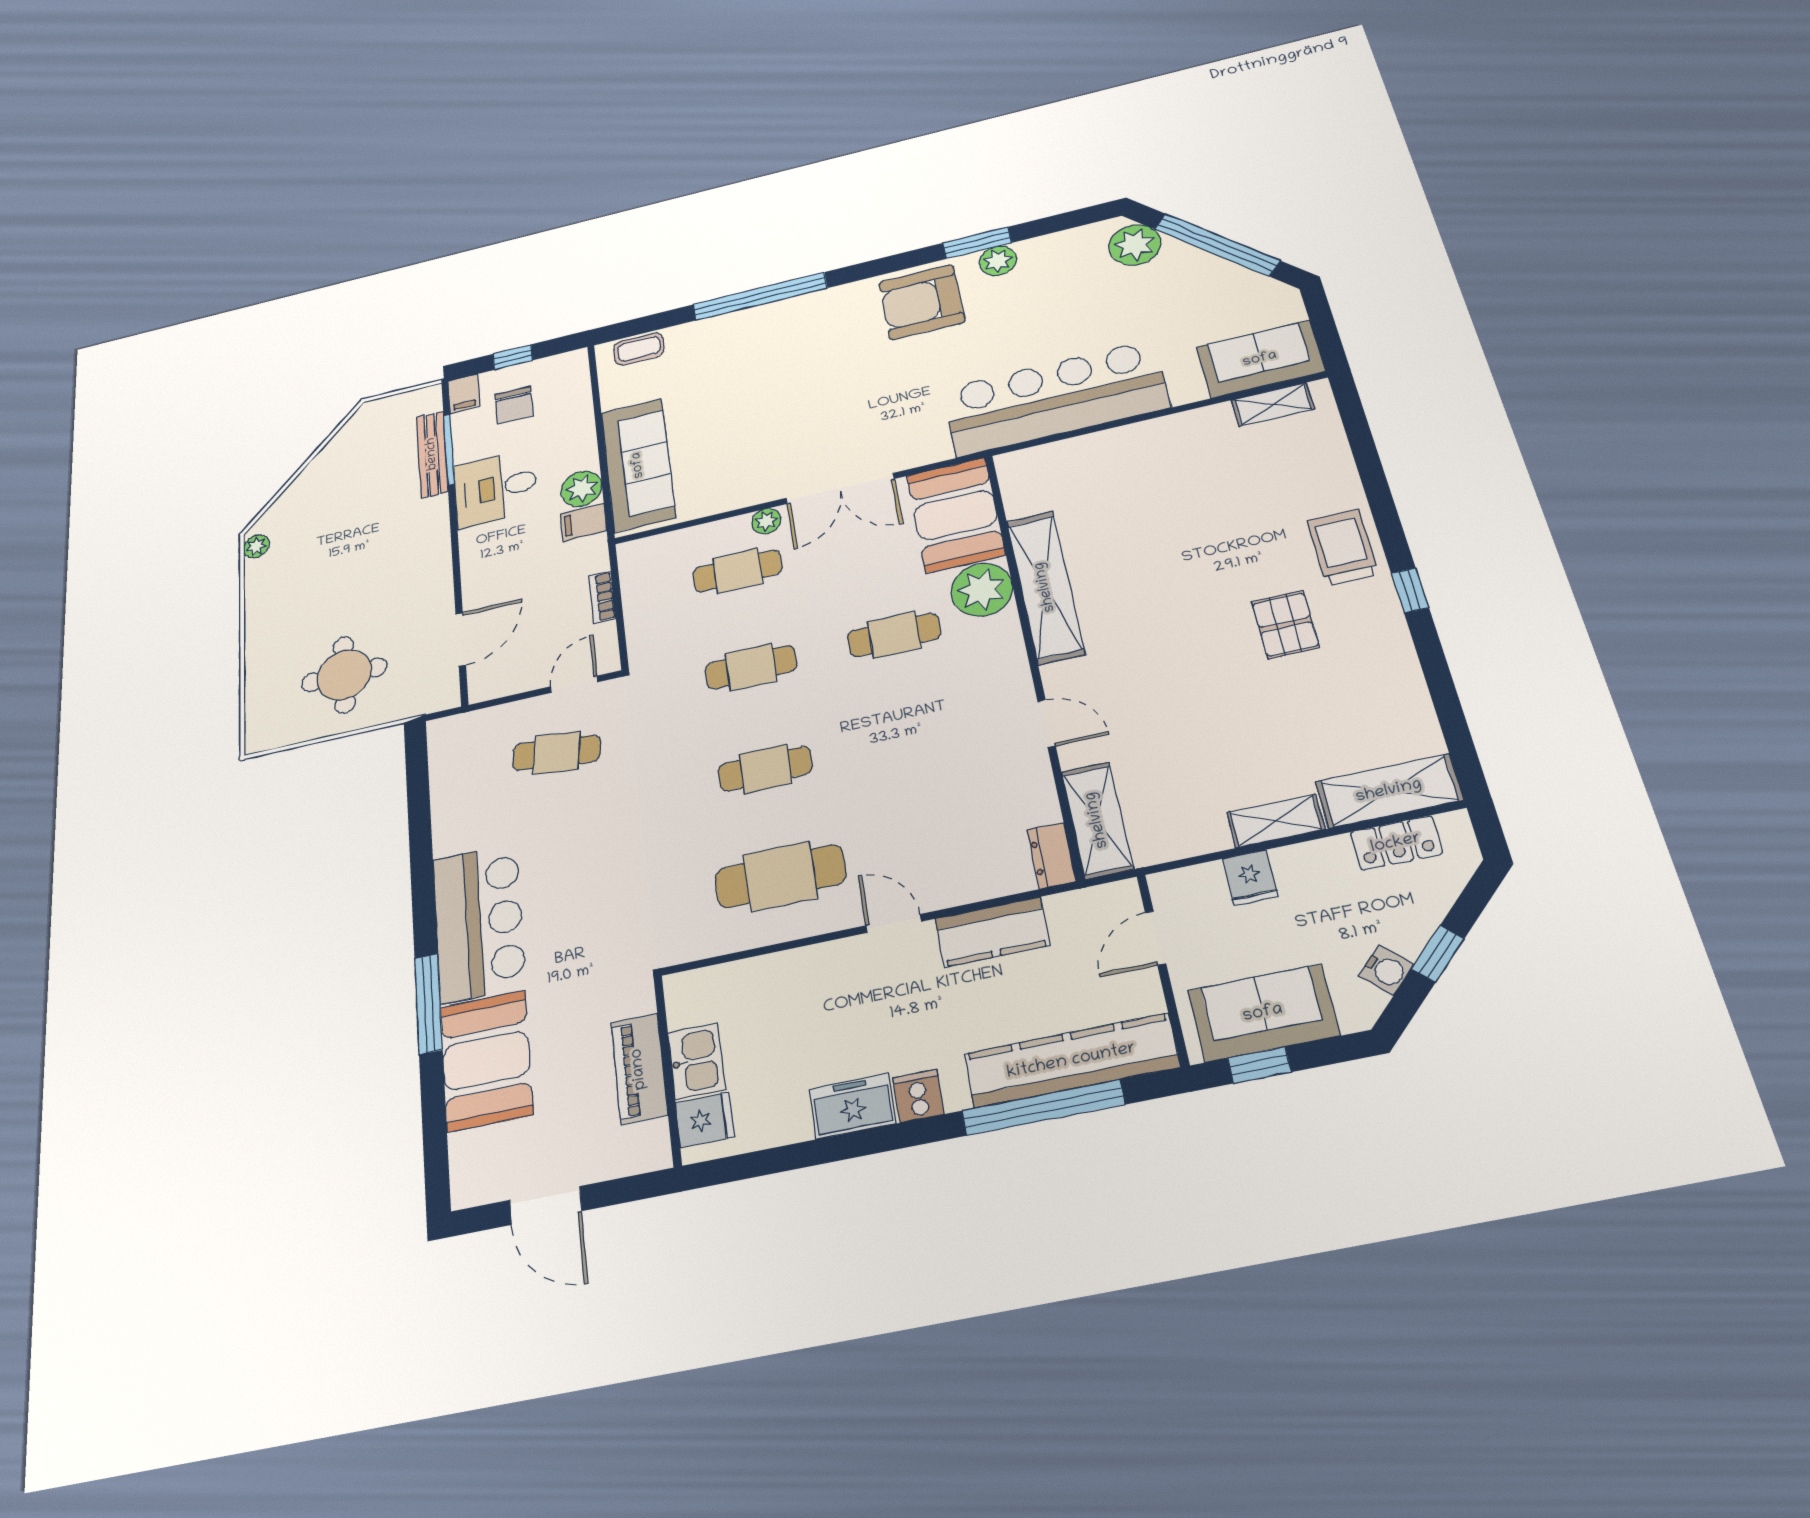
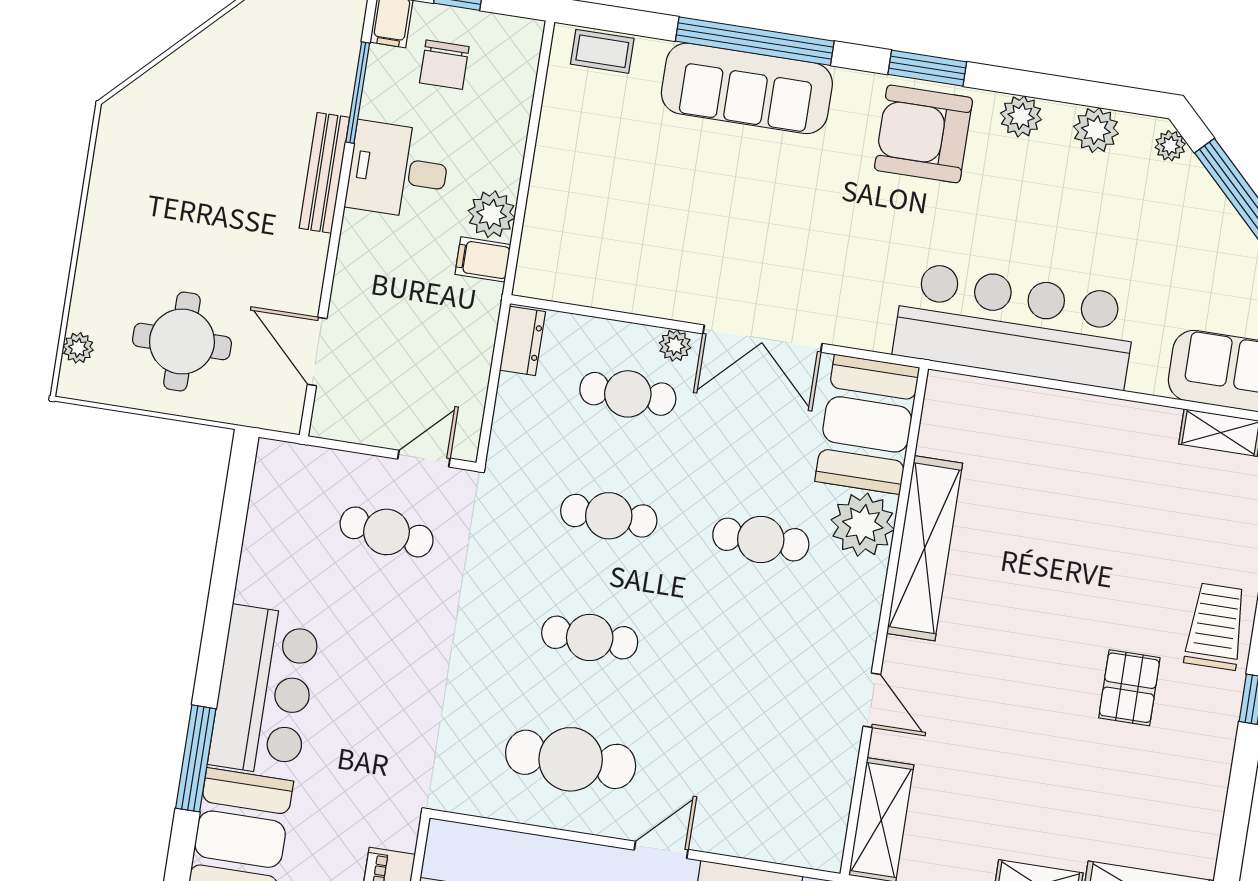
window: (977, 243) -> (927, 68), moved
plant: (1135, 245) -> (1170, 146), width x0.53, depth x0.53
plant: (1064, 246) -> (1096, 130), added
bench: (432, 454) -> (324, 173), moved
sofa: (638, 465) -> (747, 88), moved, turned 90
plant: (256, 546) -> (78, 348), moved
bookcase: (602, 597) -> (479, 365), removed
door: (461, 639) -> (317, 351), swing flipped
dresser: (1052, 855) -> (522, 341), moved, turned 180
door: (893, 923) -> (661, 850), hinge flipped

